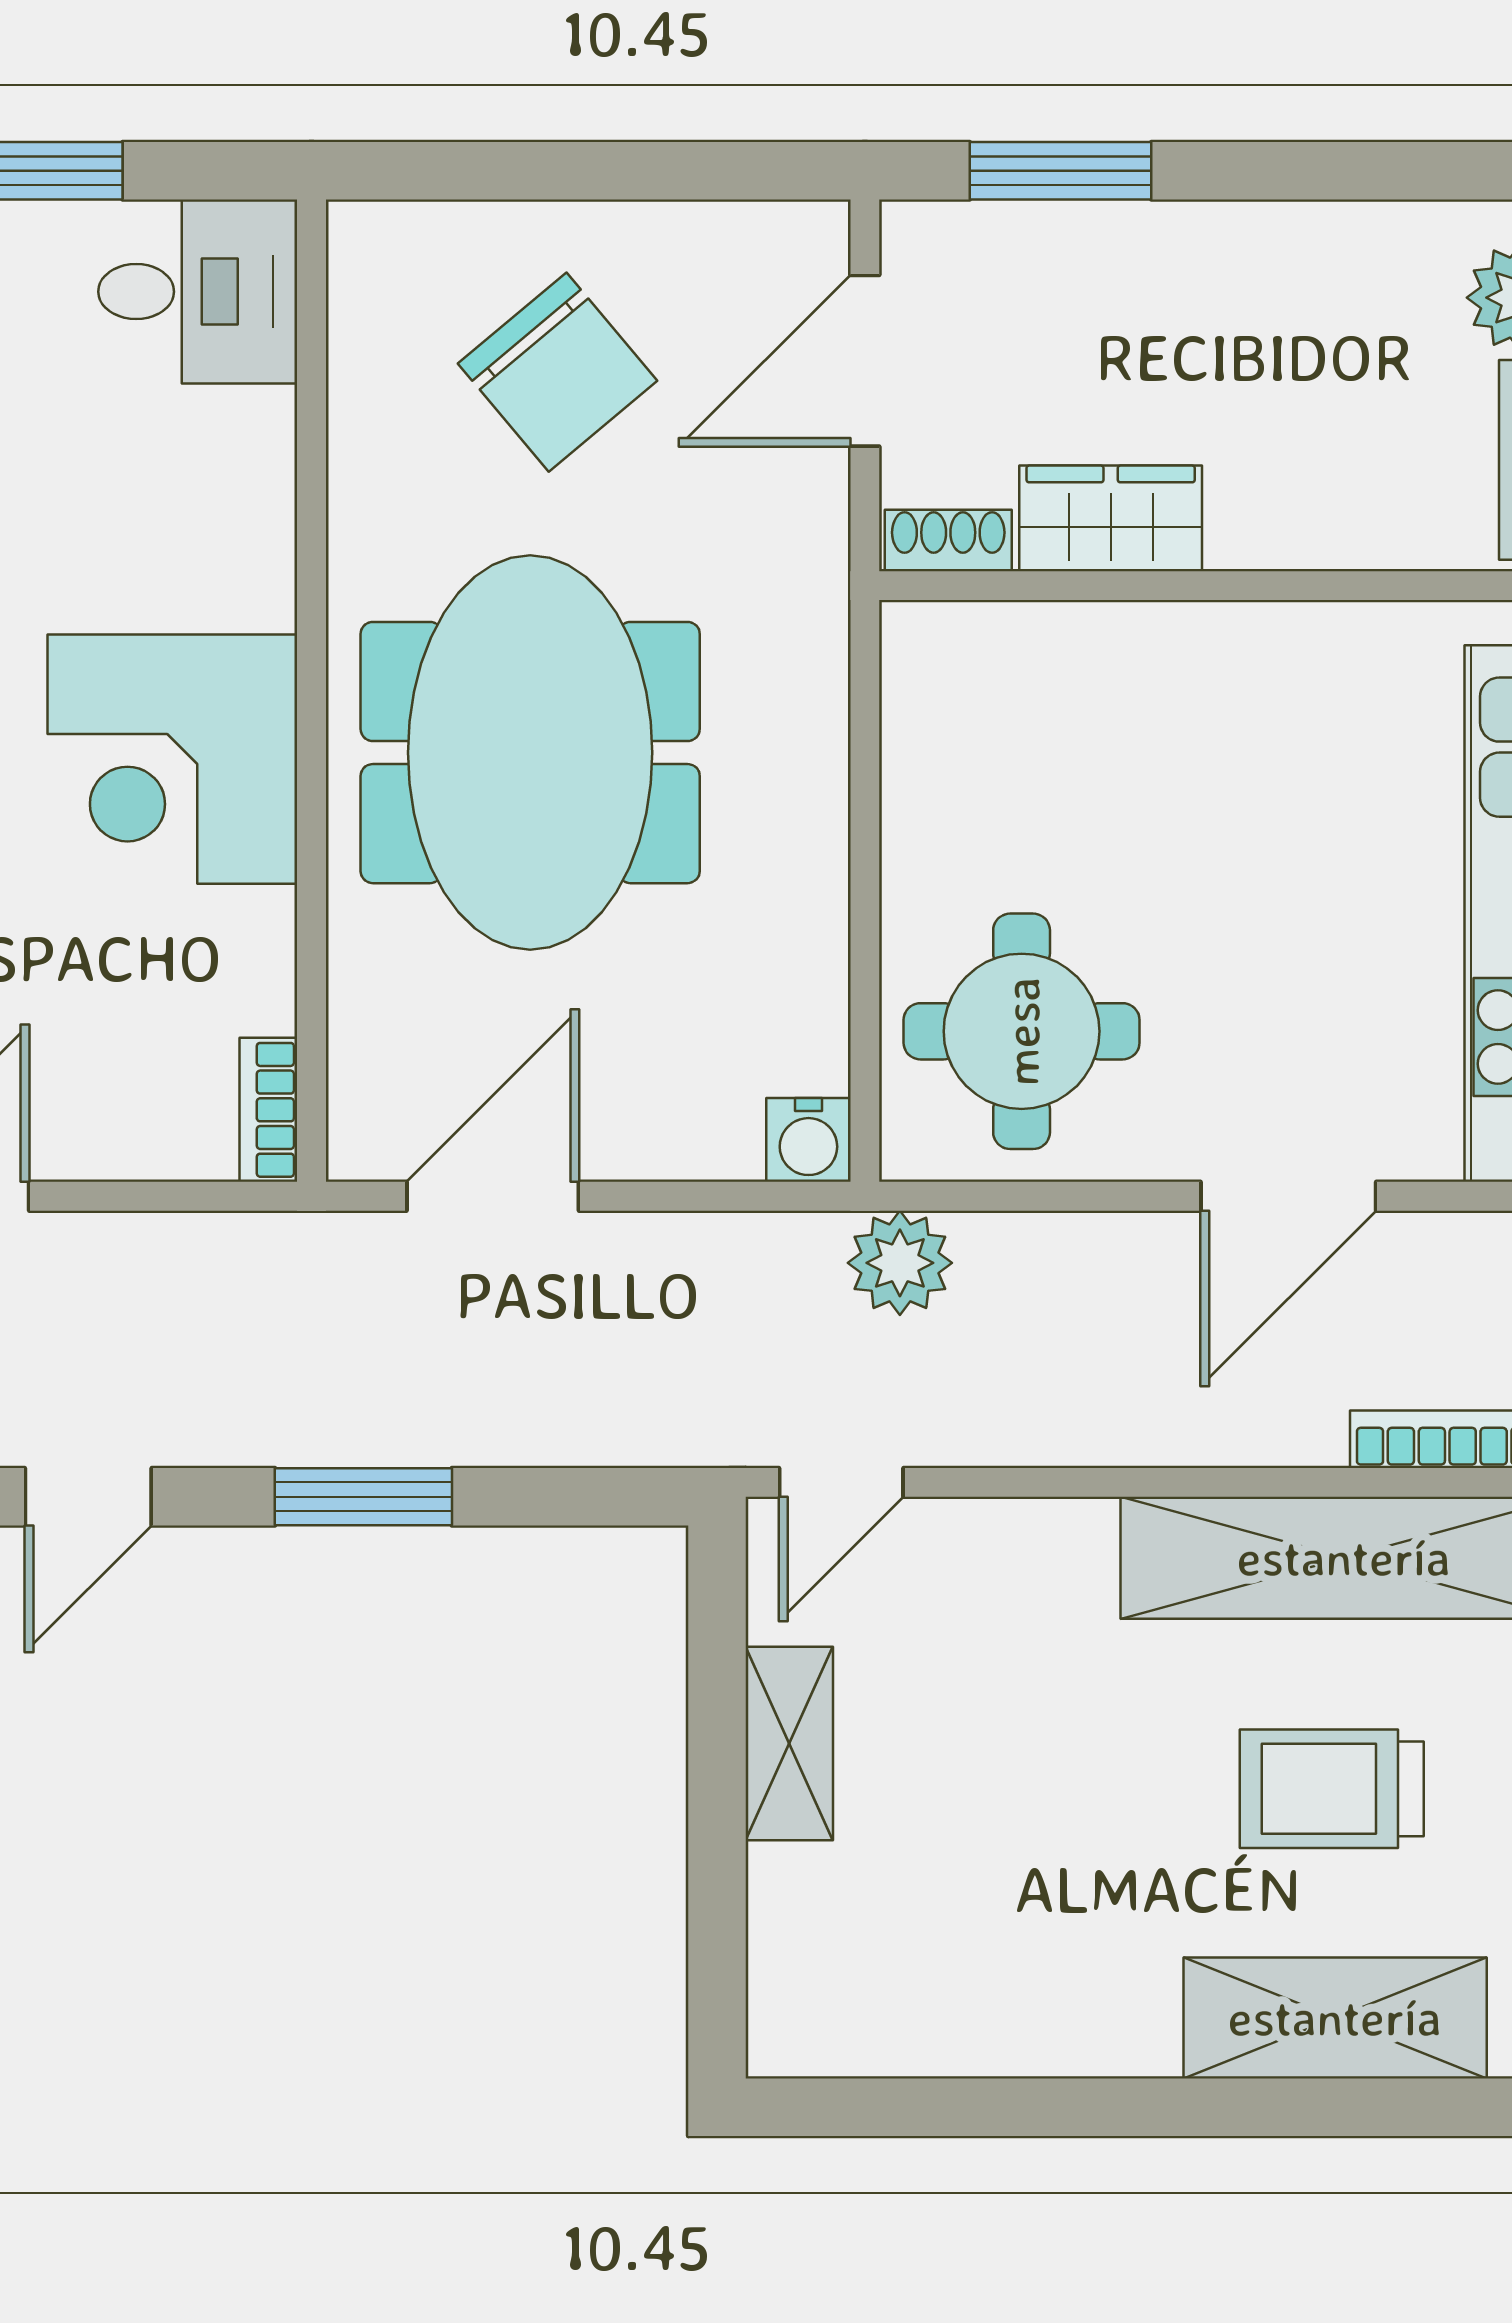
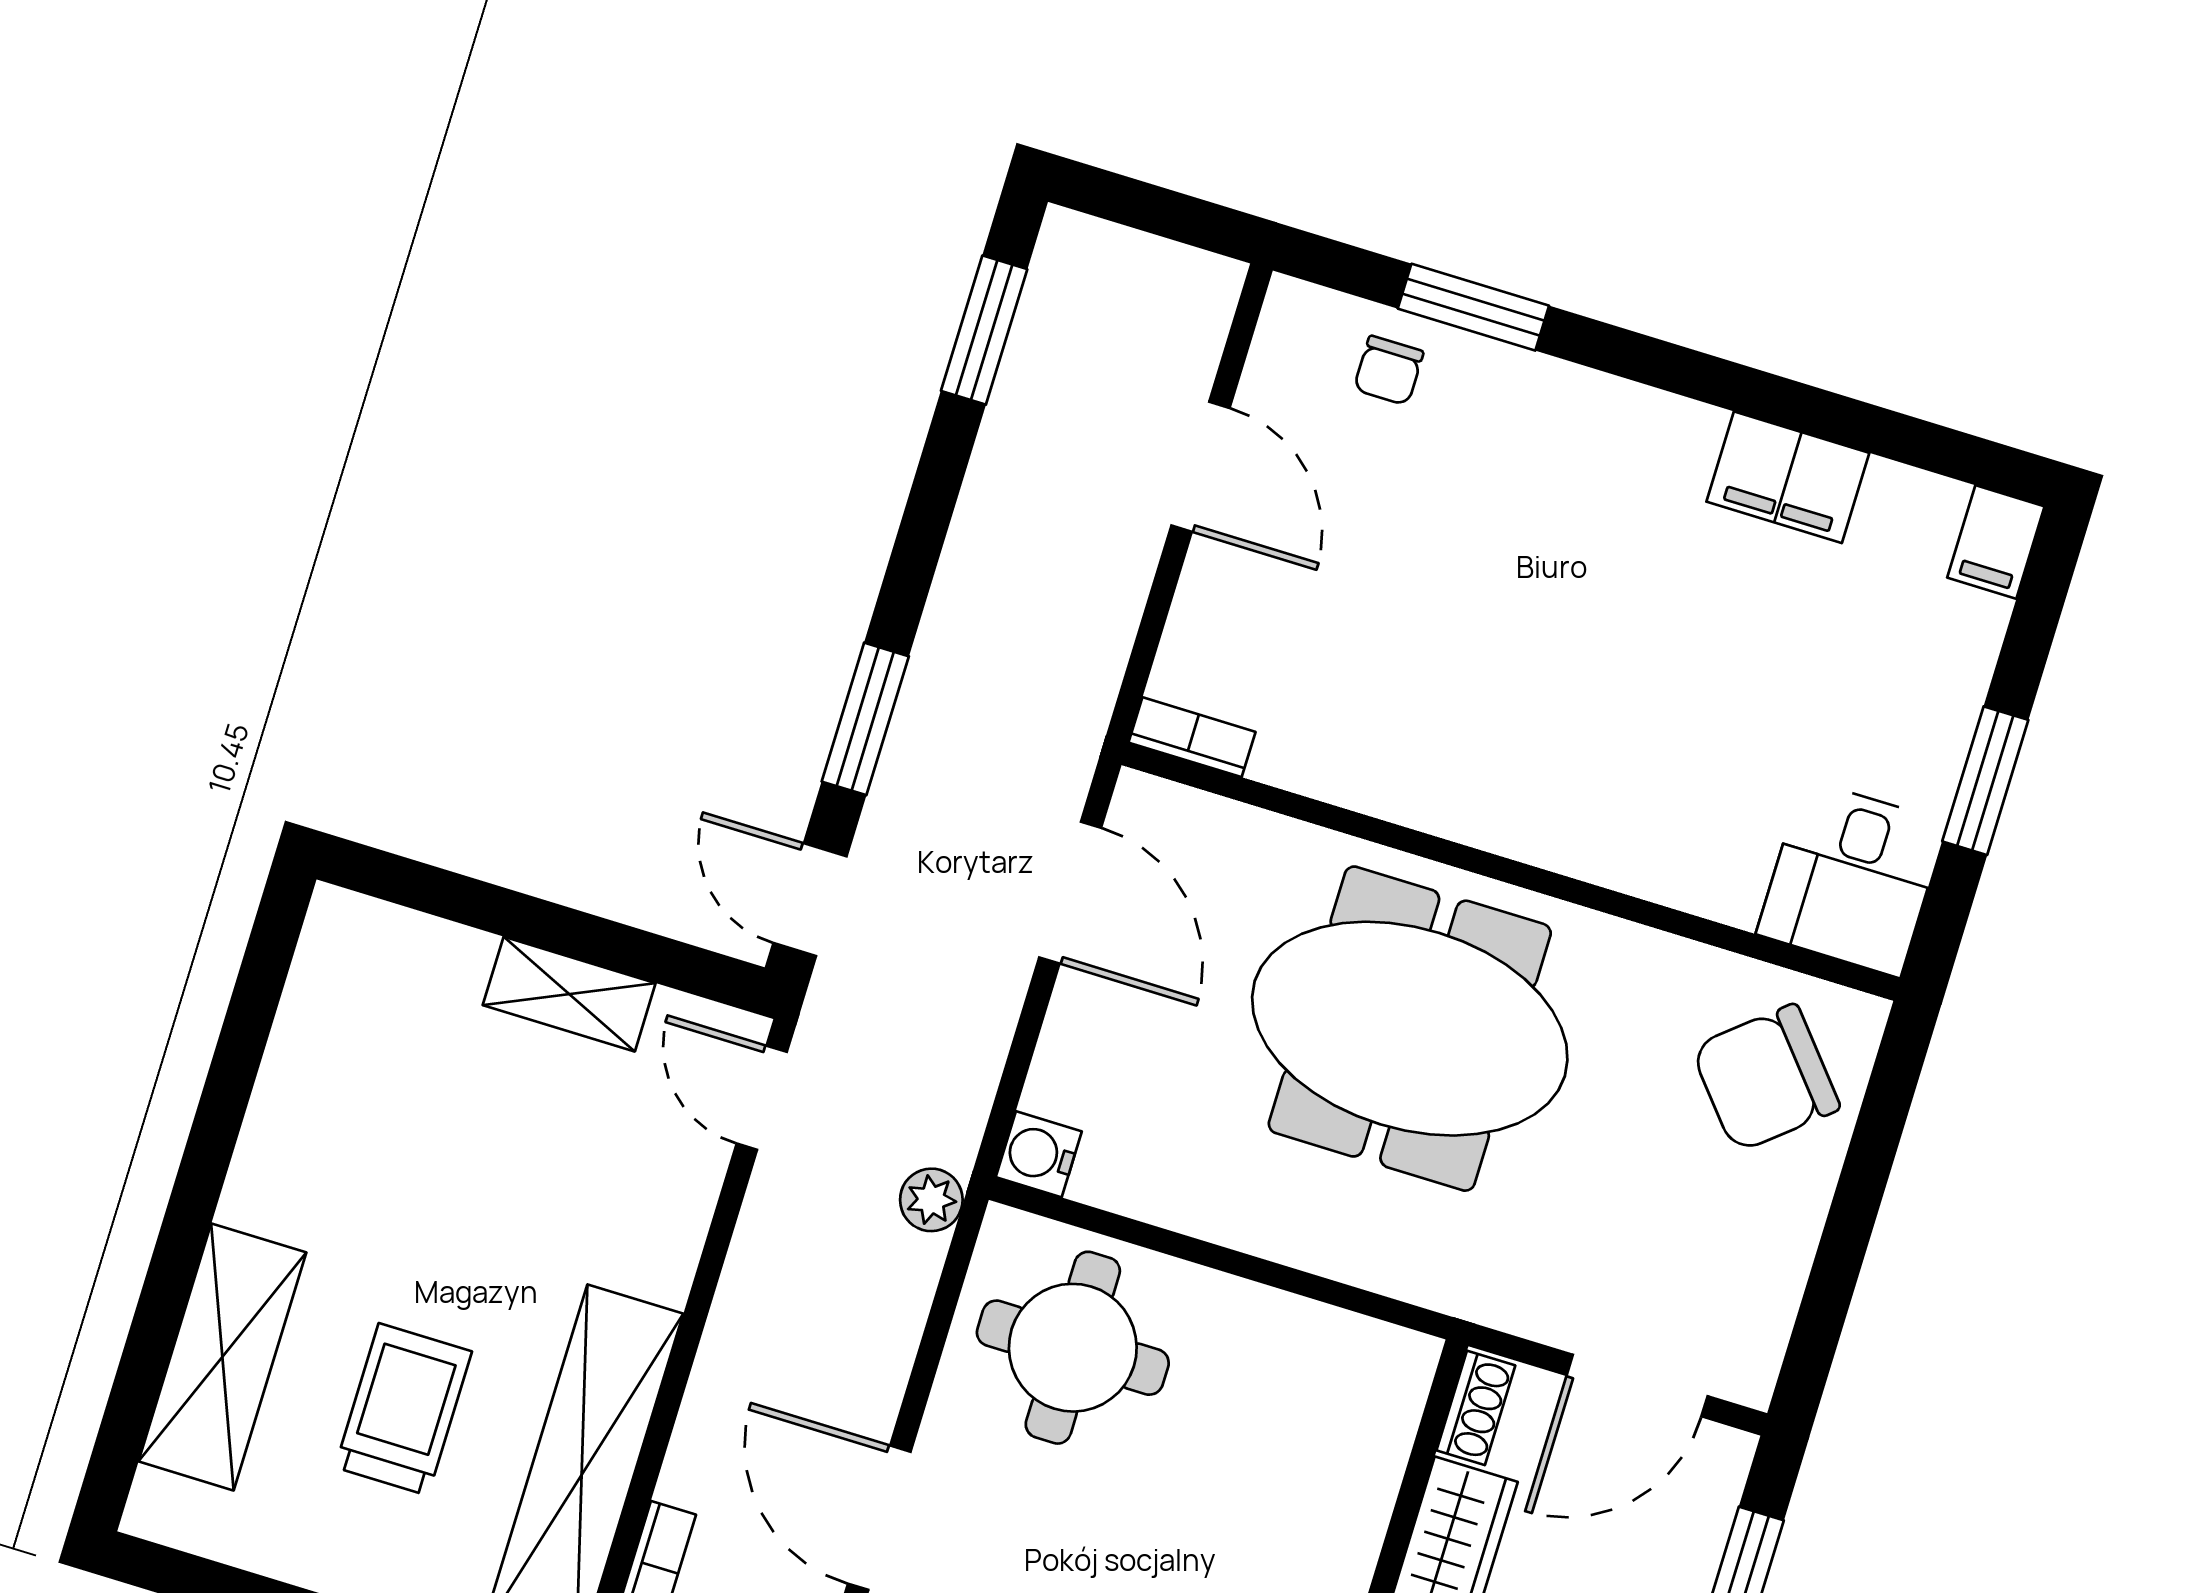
door: (865, 361) -> (1637, 1386), swing flipped
chair: (558, 372) -> (1766, 1078), moved
corner desk: (172, 759) -> (1491, 746), removed
plant: (900, 1263) -> (931, 1200), width x0.73, depth x0.73
door: (88, 1497) -> (810, 900), moved

